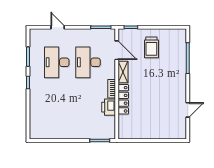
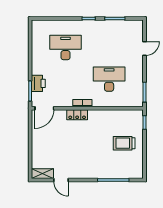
door: (117, 50) -> (44, 108), moved
desk: (57, 62) -> (65, 48), moved
shelving: (123, 72) -> (42, 174), moved
locker: (123, 99) -> (77, 115), width x0.66
printer: (109, 107) -> (38, 83), moved, turned 90

